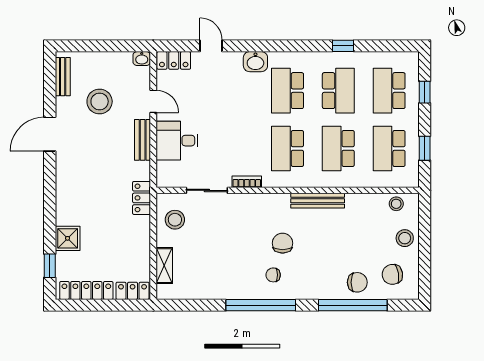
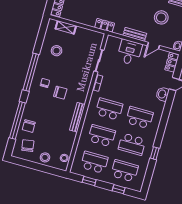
washbasin: (255, 62) -> (162, 94), moved
stool: (175, 220) -> (57, 51), moved

